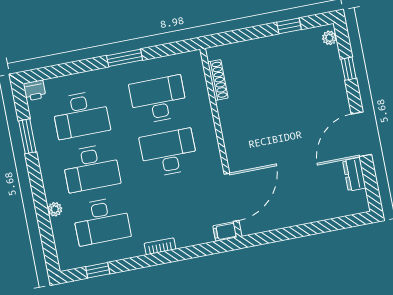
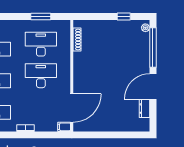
window: (125, 58) -> (41, 16), moved
window: (349, 69) -> (153, 48), width x3.17

